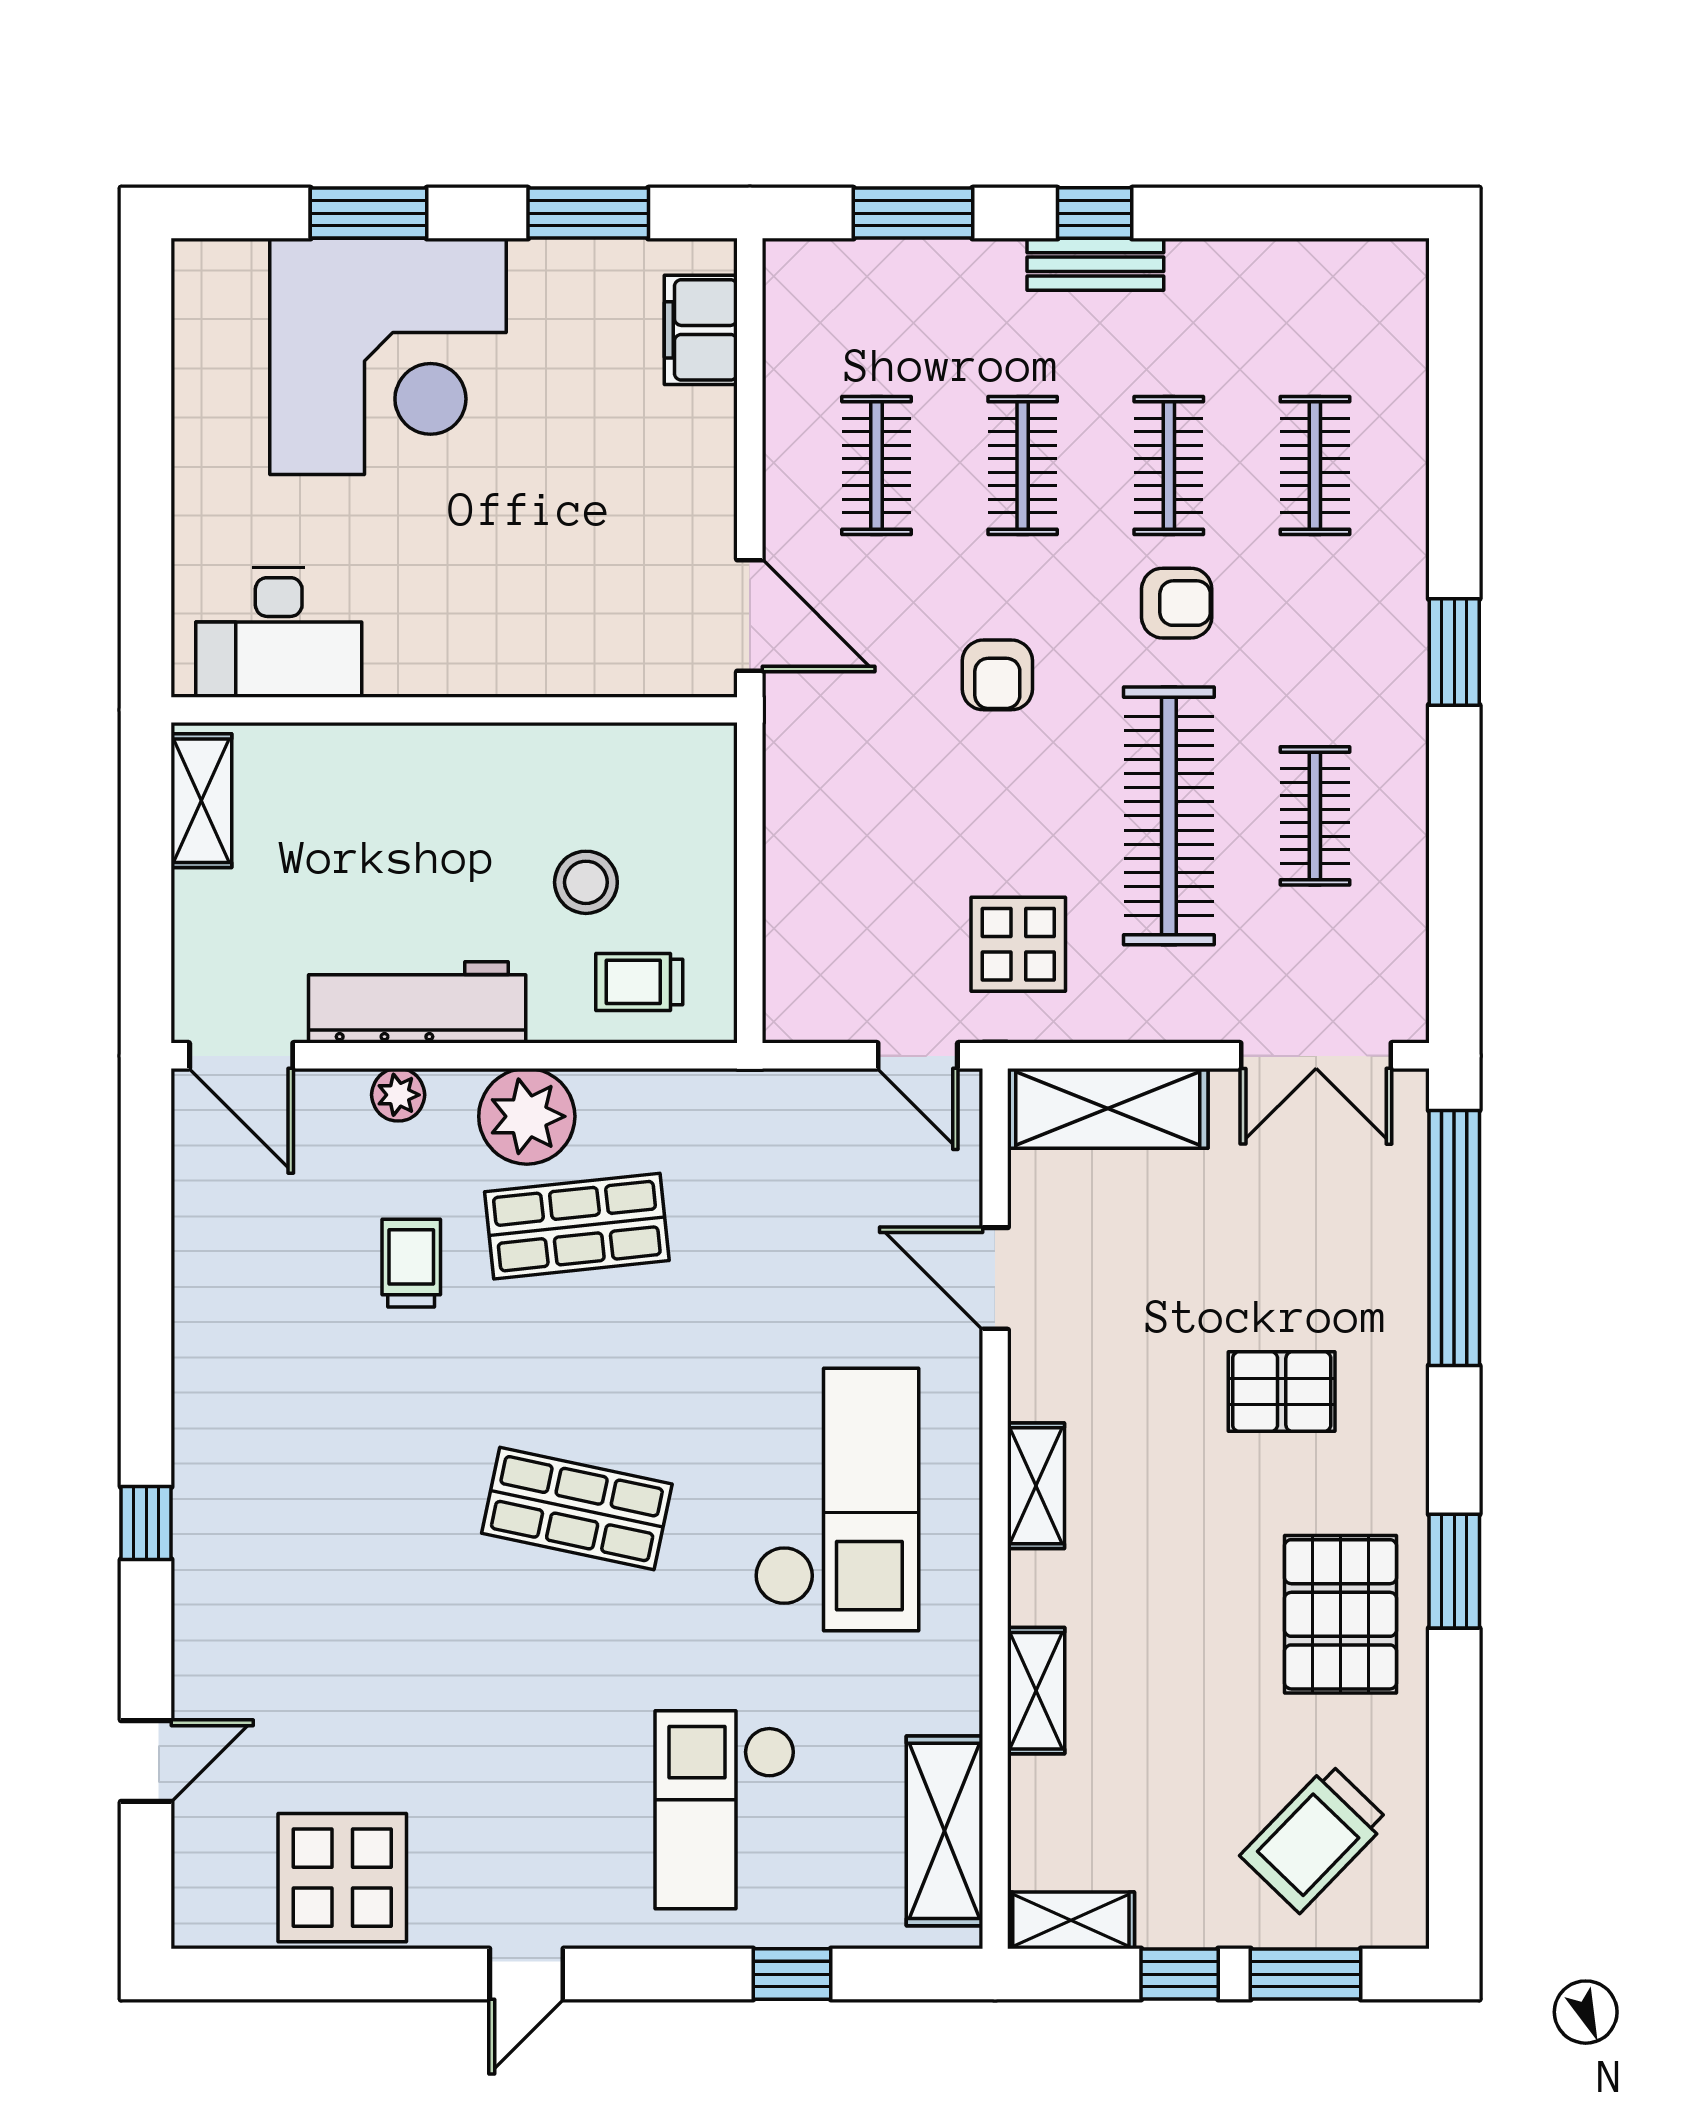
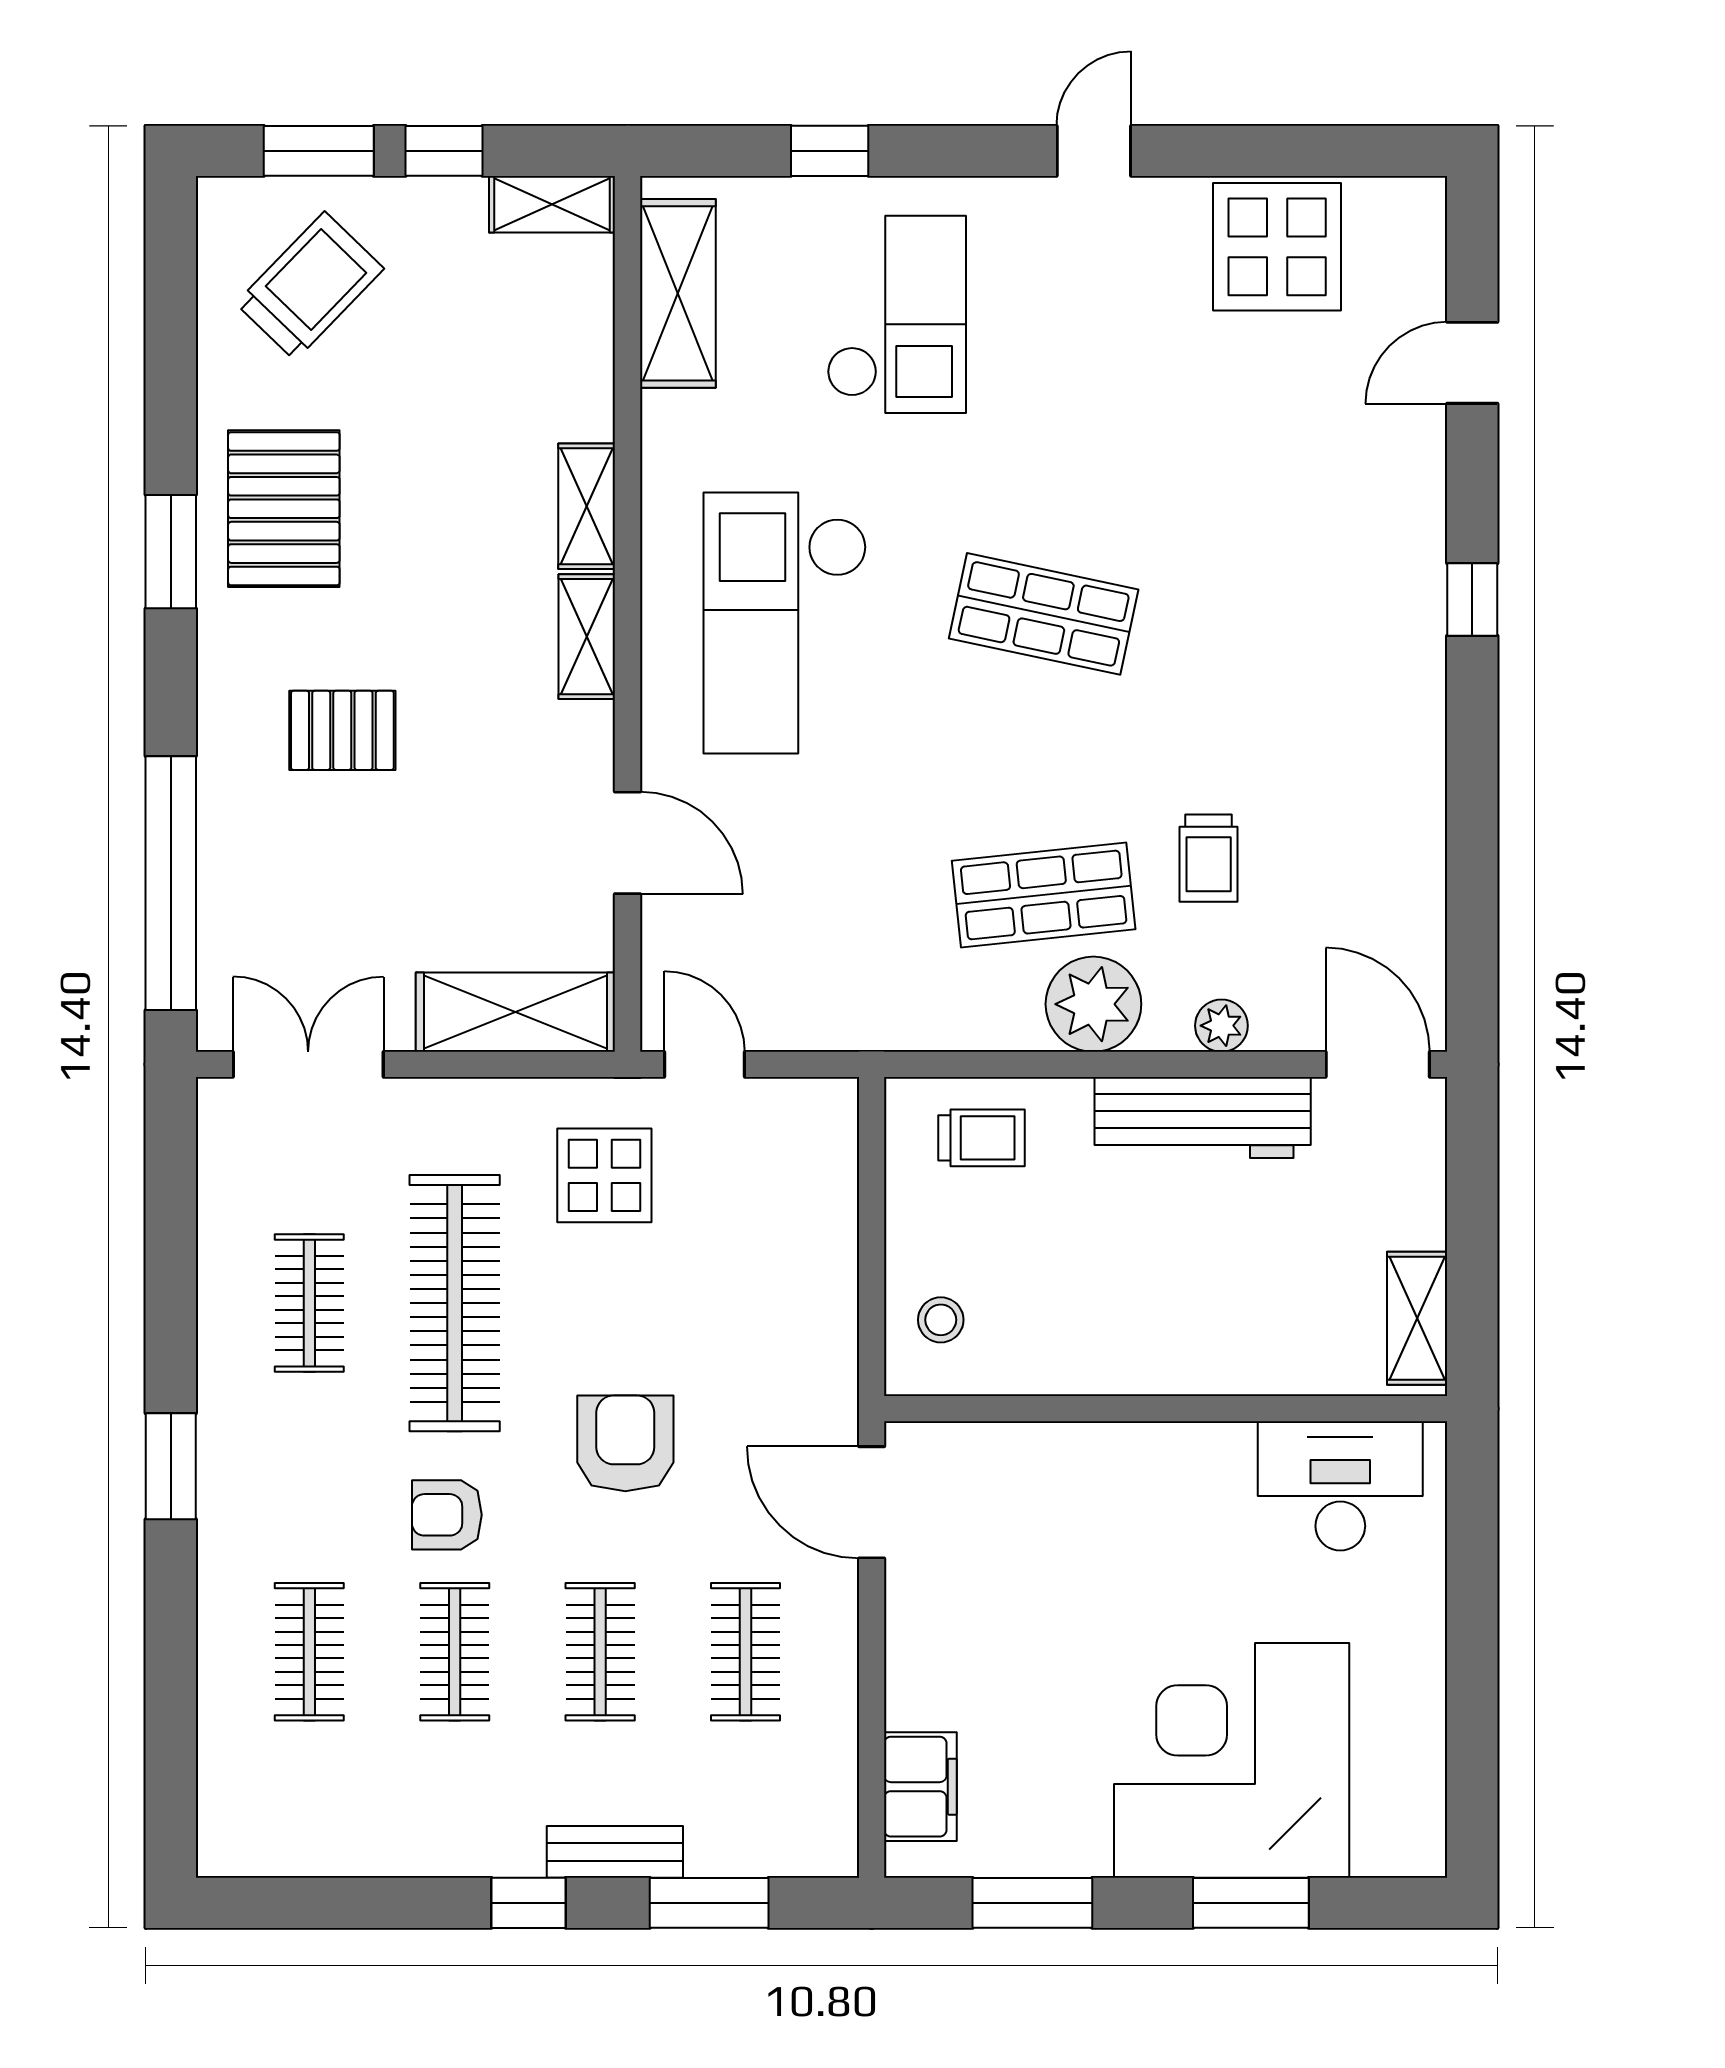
bench: (1095, 264) -> (615, 1852), moved
armchair: (997, 675) -> (625, 1443), width x1.38, depth x1.38
stool: (586, 882) -> (941, 1320), moved, width x0.73, depth x0.73
shelving: (1036, 1691) -> (587, 506), moved

